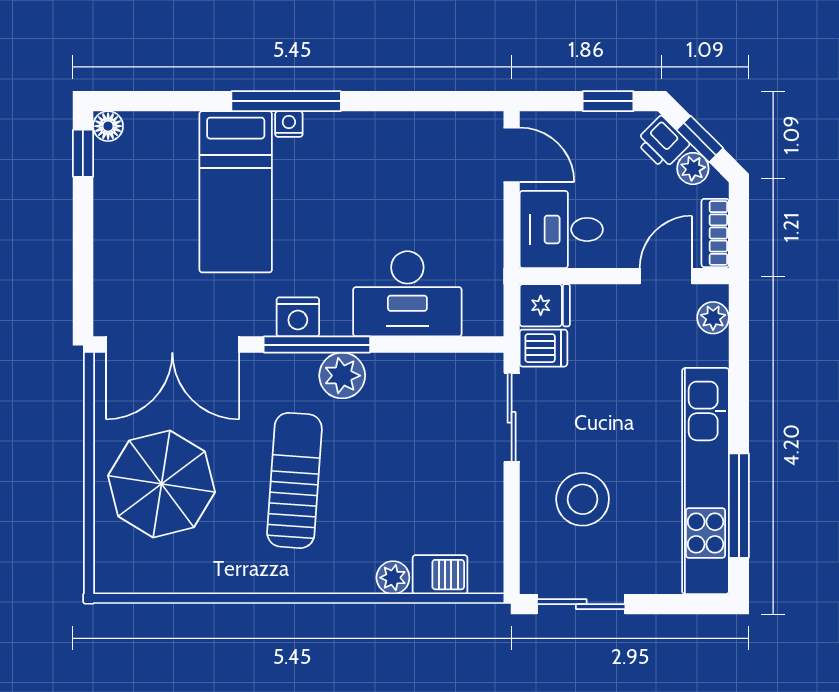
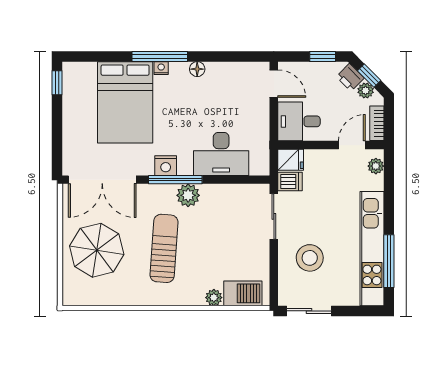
floor lamp: (108, 126) -> (197, 69), moved
bed: (236, 192) -> (125, 102), width x1.50
barbecue: (440, 575) -> (243, 293), width x1.38, depth x1.27

